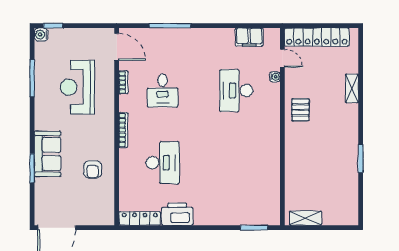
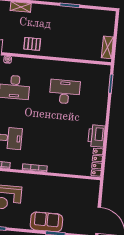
desk: (163, 163) -> (65, 92), moved
armchair: (93, 169) -> (60, 192), removed

